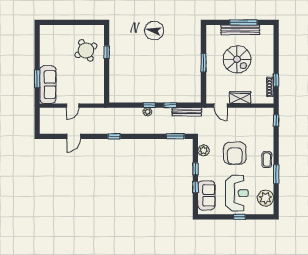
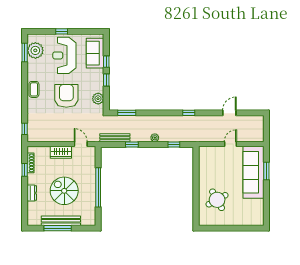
window: (107, 52) -> (196, 198), removed
dresser: (269, 57) -> (32, 193), added
window: (203, 63) -> (98, 187), width x2.11
sofa: (48, 85) -> (253, 172), width x1.36, depth x1.27
window: (149, 105) -> (174, 145), moved
window: (276, 174) -> (25, 53), moved

